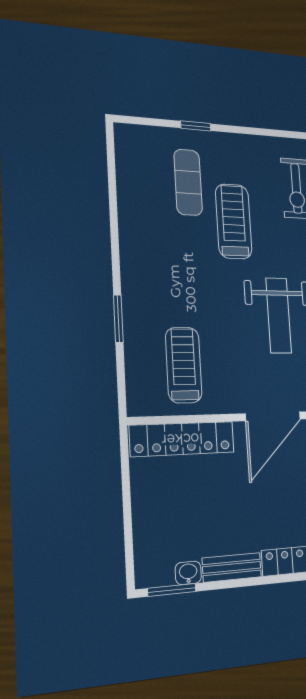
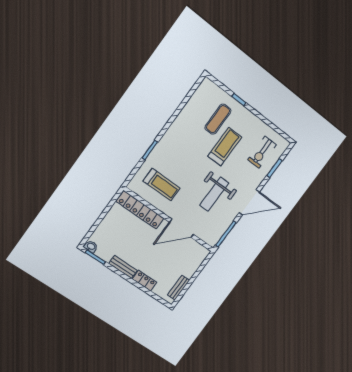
treadmill: (184, 365) -> (162, 185), turned 90
washbasin: (188, 573) -> (91, 247), moved

